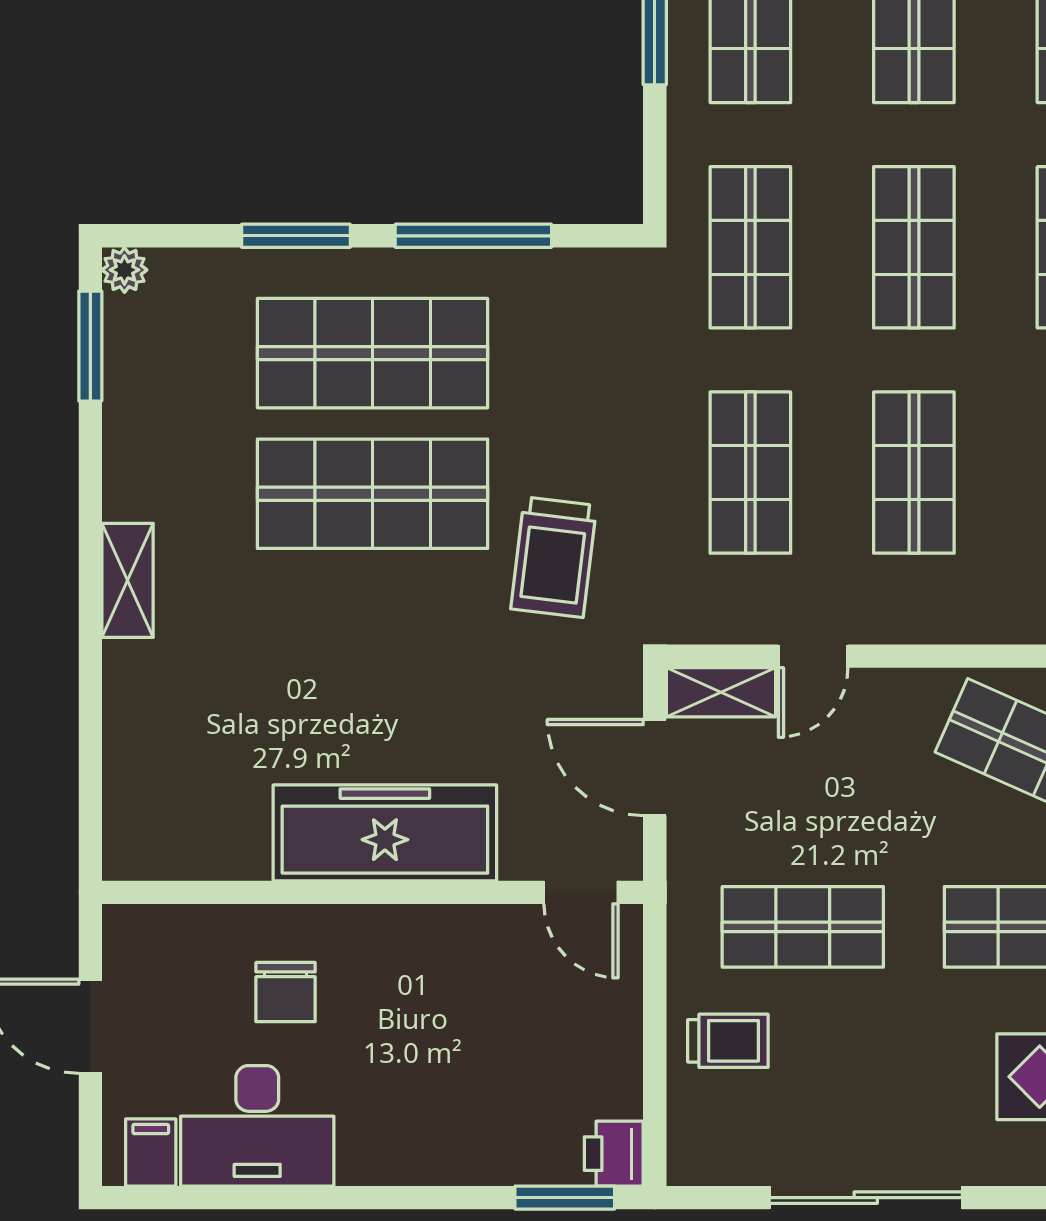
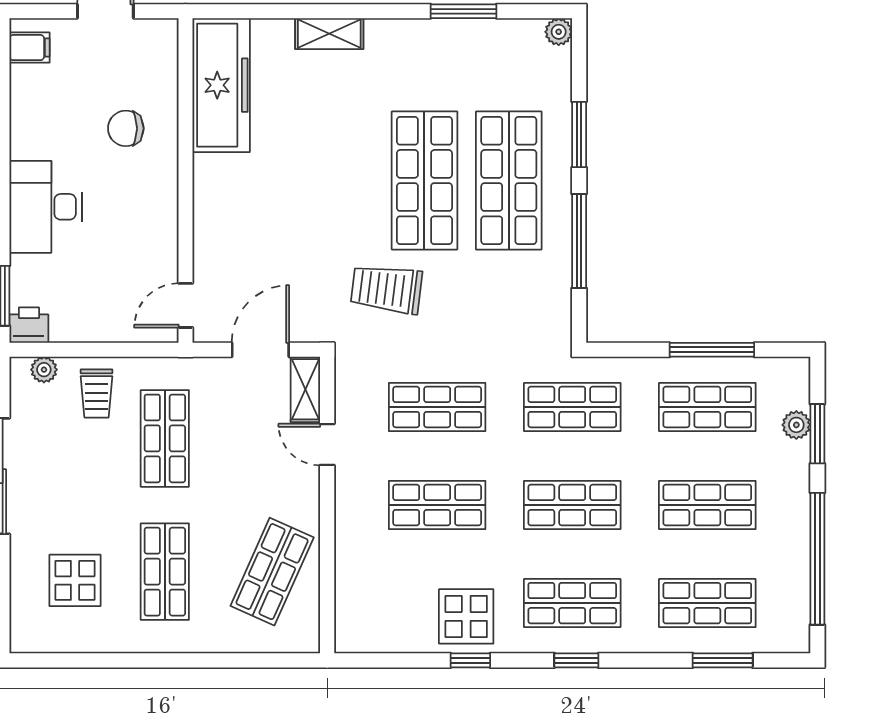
window: (90, 346) -> (463, 11), moved
shelving: (128, 580) -> (329, 34), moved
freezer: (385, 833) -> (221, 85), moved
desk: (257, 1126) -> (46, 207), moved
plant: (688, 1129) -> (44, 370), added

